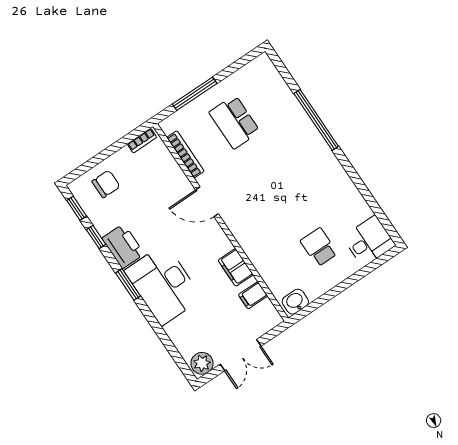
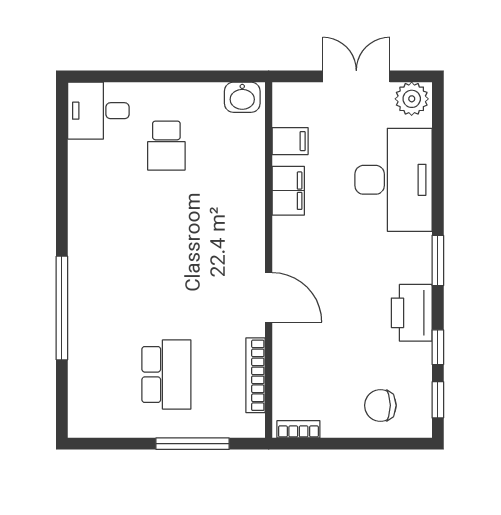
desk: (163, 284) -> (394, 180), moved

